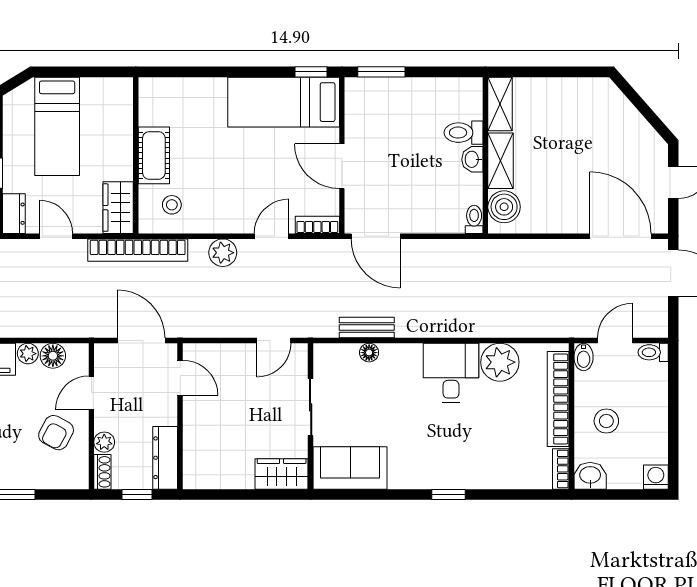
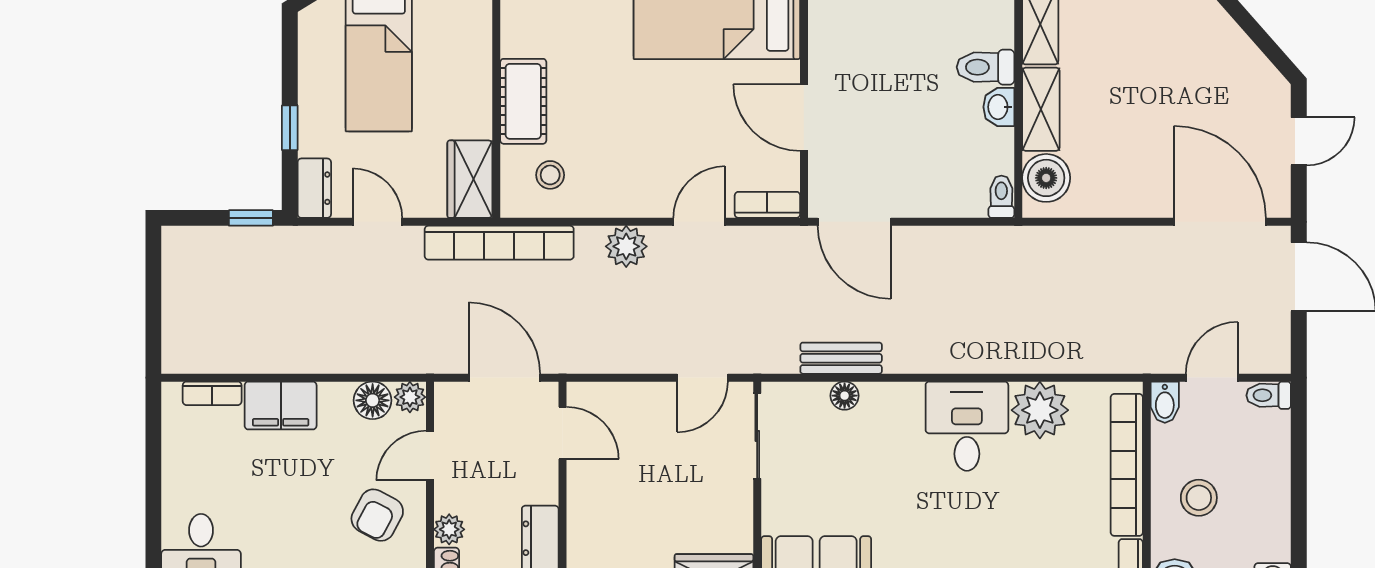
plant: (28, 354) -> (410, 397), moved
sliding door: (311, 407) -> (757, 436), moved

